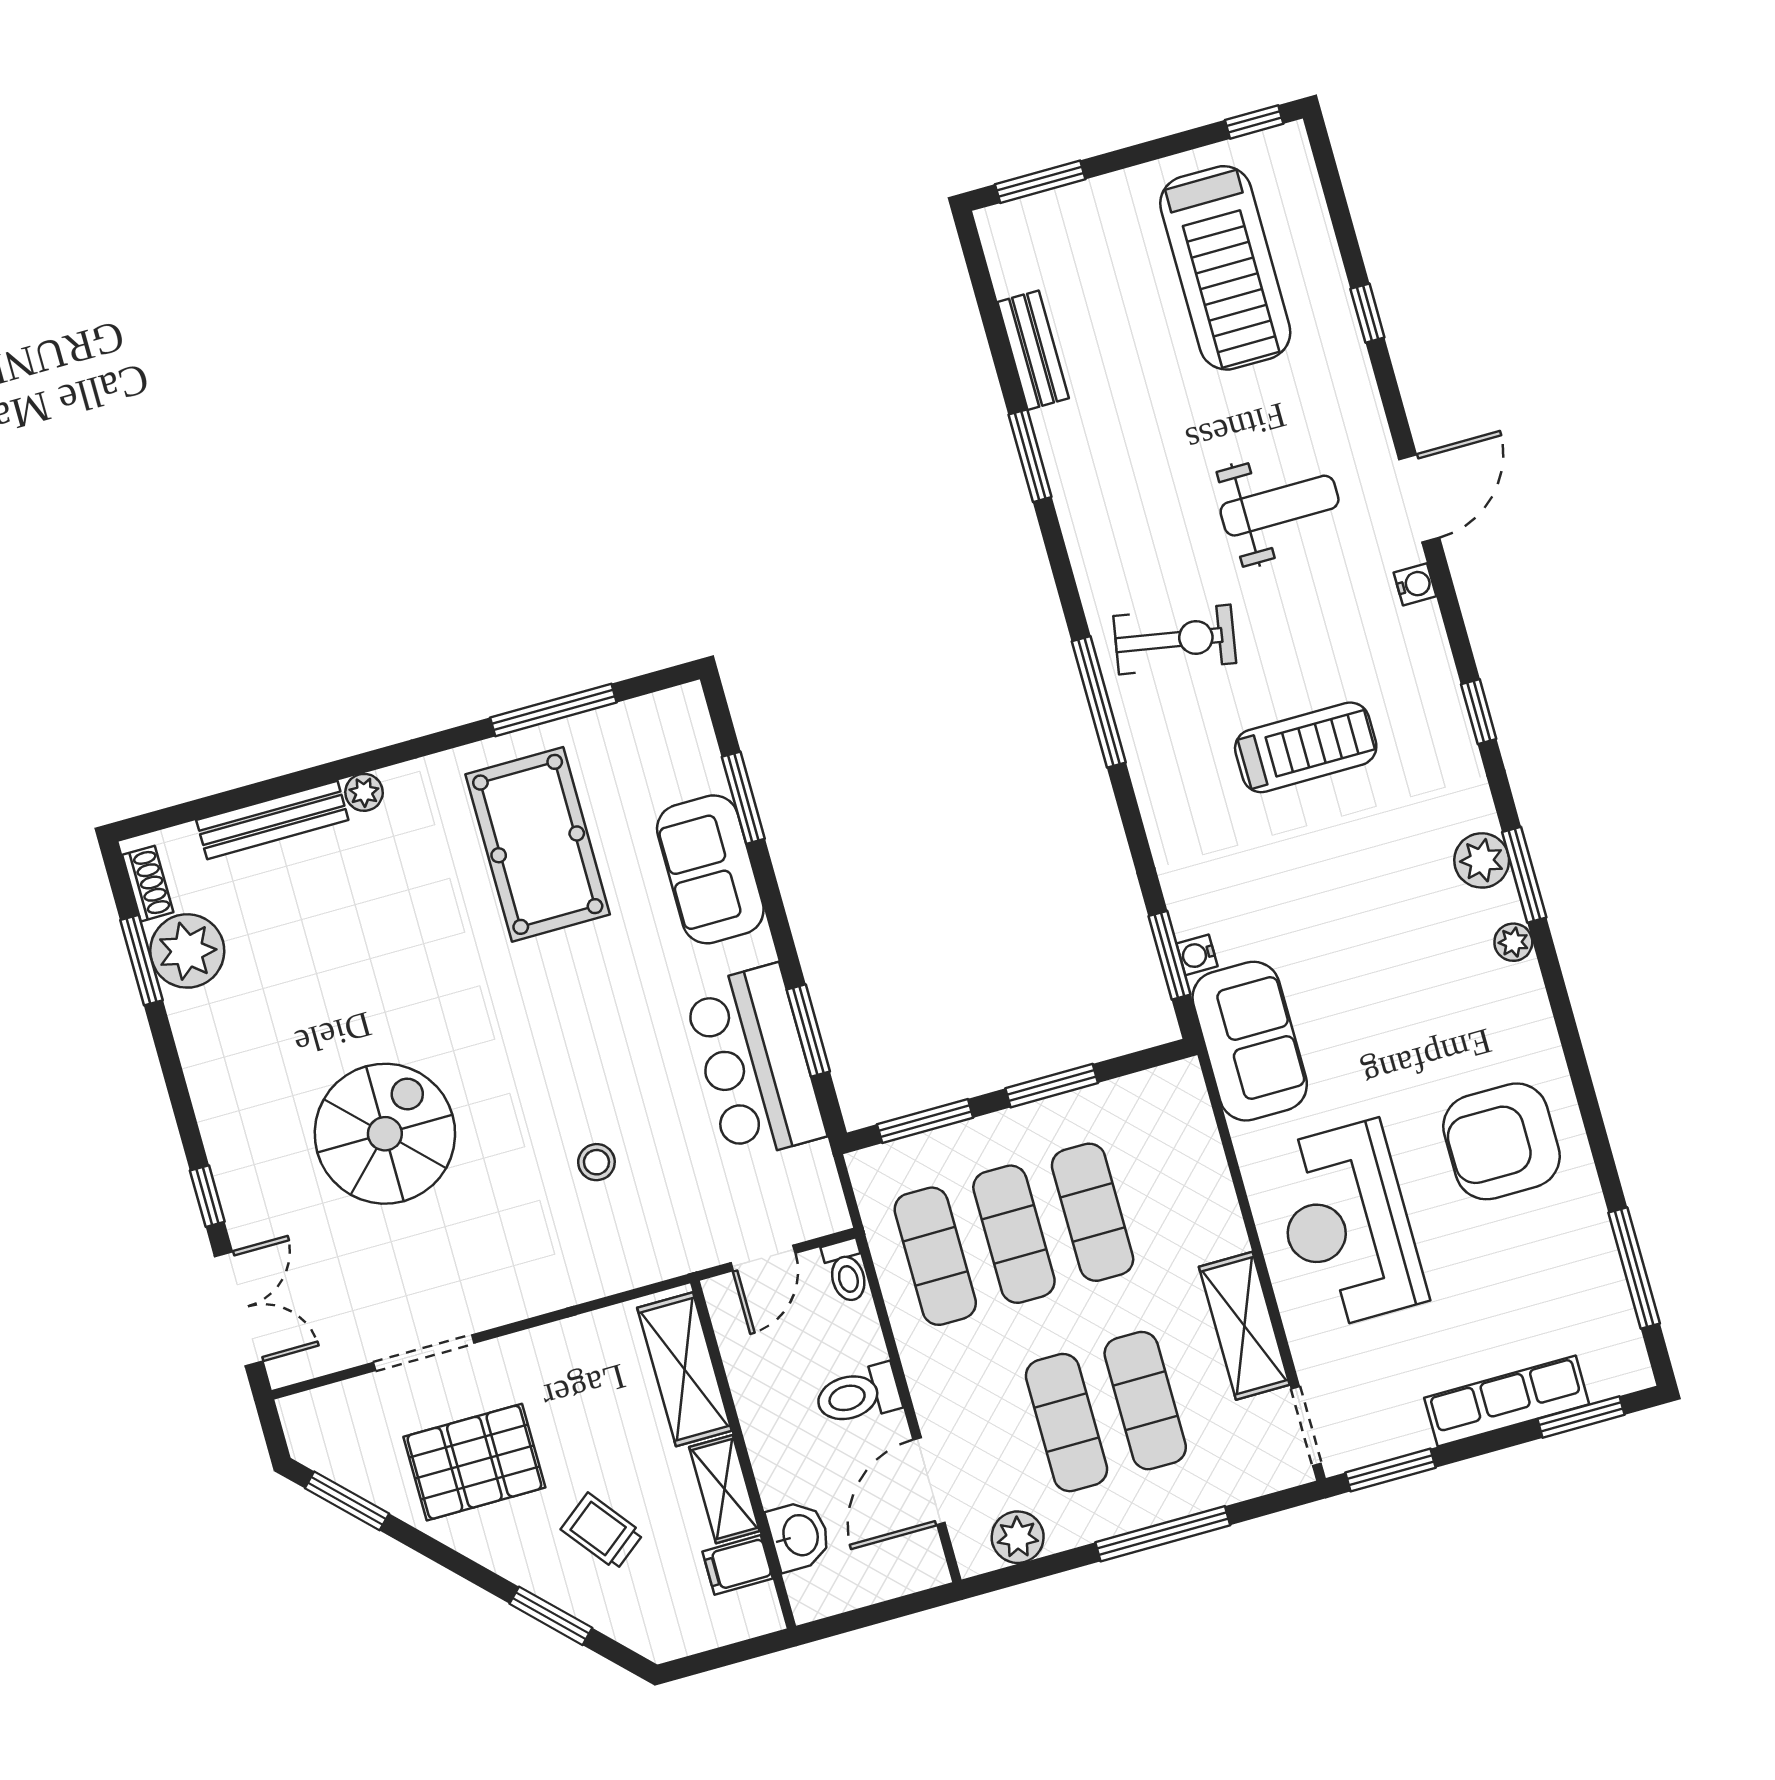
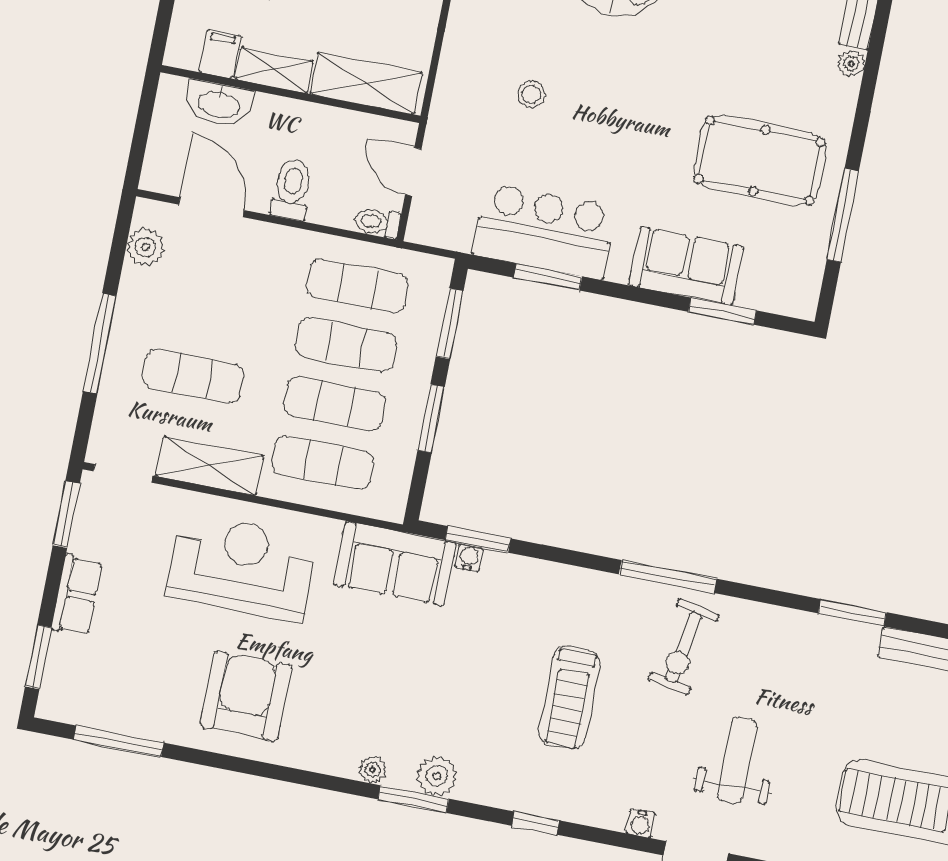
weight bench: (1280, 506) -> (737, 760), turned 180
row of seats: (1507, 1401) -> (77, 595), width x0.68
exercise mat: (1066, 1423) -> (323, 463), moved
washbasin: (799, 1536) -> (219, 104), width x1.38

